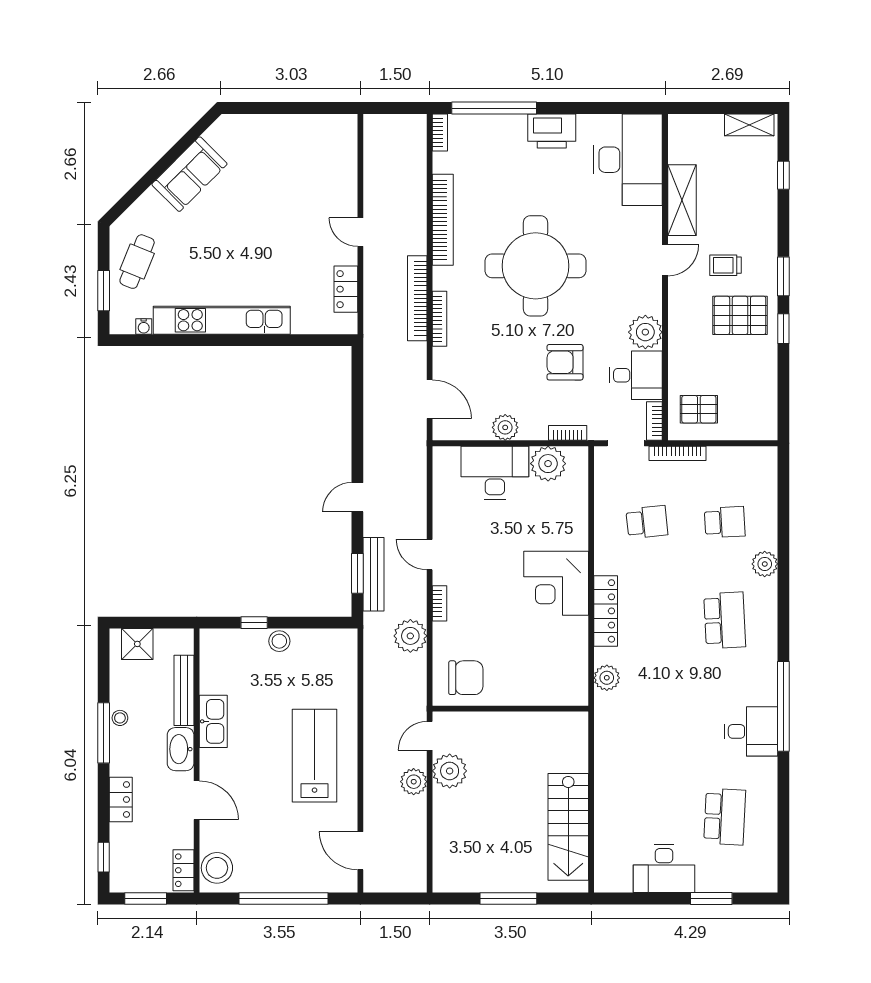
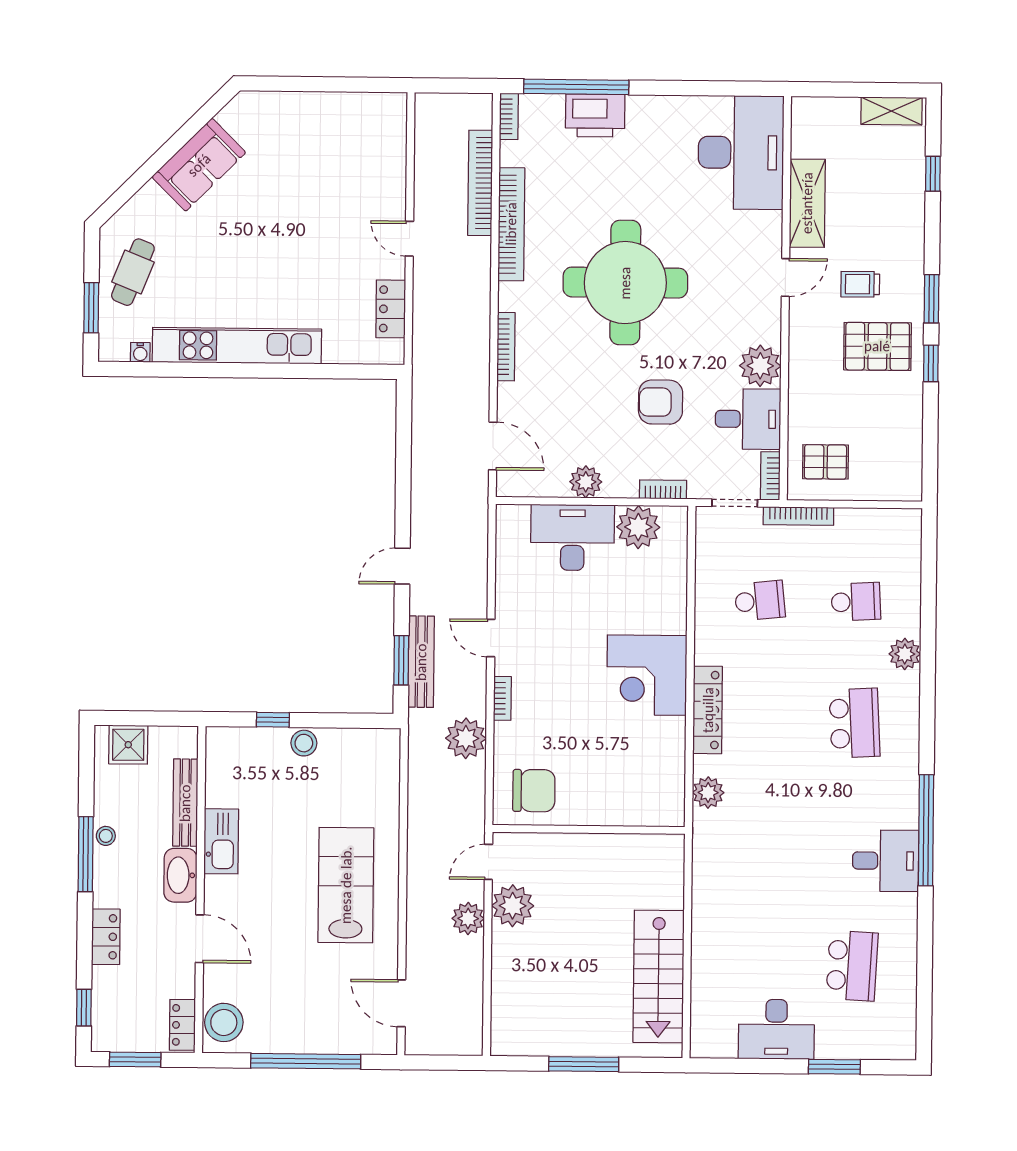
printer: (552, 131) -> (595, 115), moved
bookcase: (417, 298) -> (480, 183), moved

